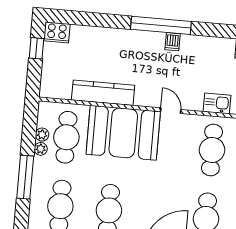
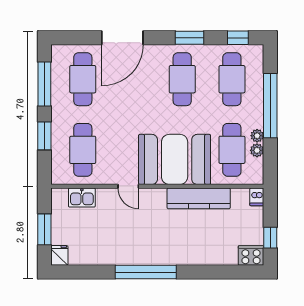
dishwasher: (173, 42) -> (257, 197), moved, turned 180
window: (25, 177) -> (270, 106), width x1.46

